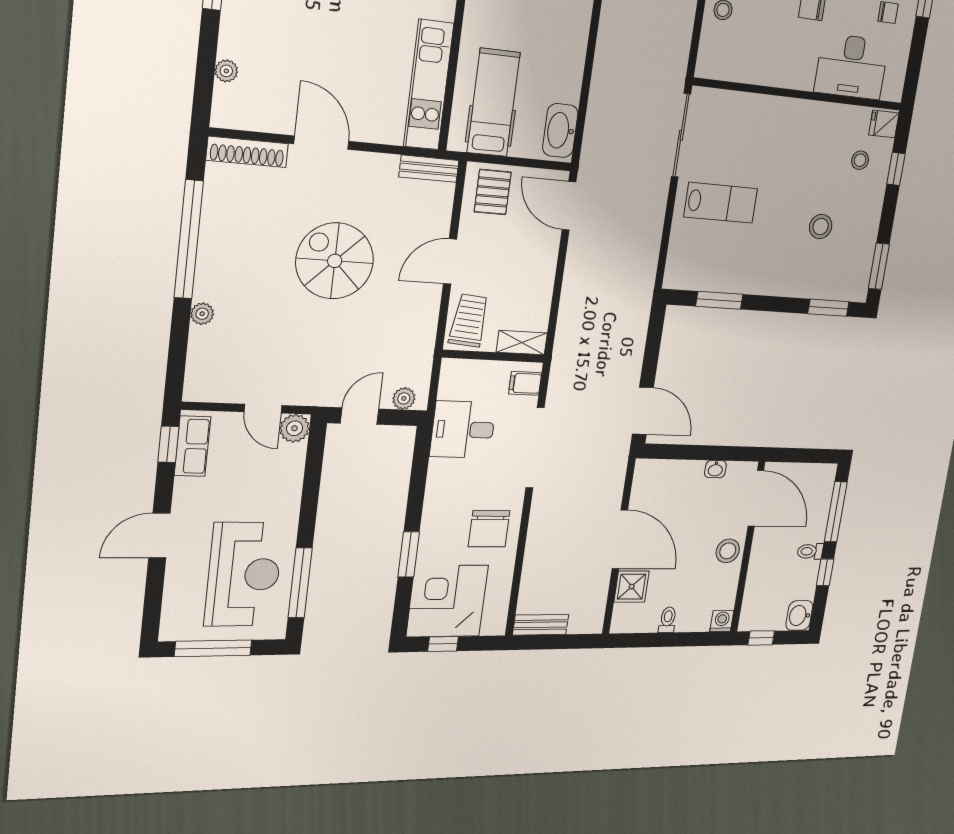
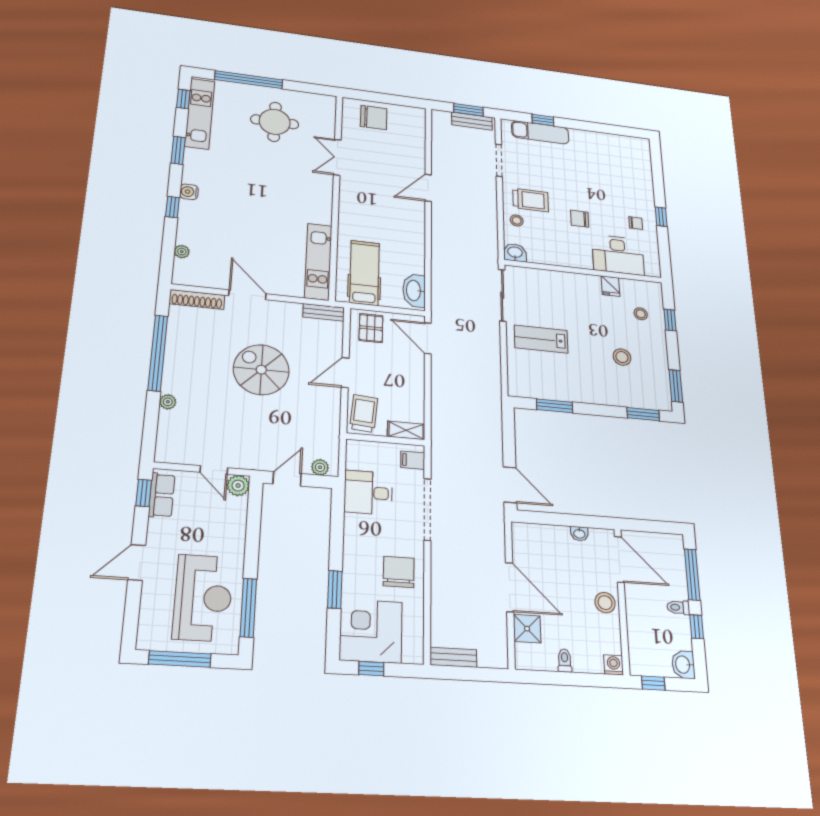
washbasin: (711, 65) -> (515, 253), added
fridge: (884, 124) -> (610, 286), moved, turned -90
lab bench: (721, 203) -> (541, 339), turned 180
chair: (489, 529) -> (399, 572), turned 180

